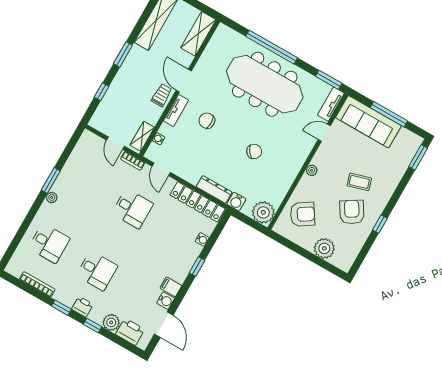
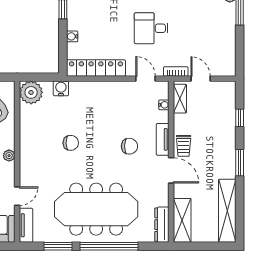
window: (329, 80) -> (58, 246), moved
chair: (254, 151) -> (71, 143), turned -142
dresser: (214, 189) -> (162, 225), moved, turned 90

